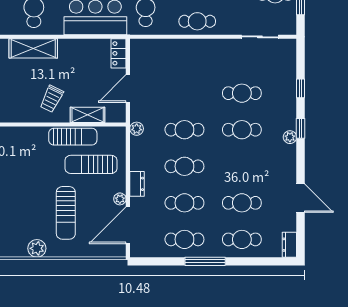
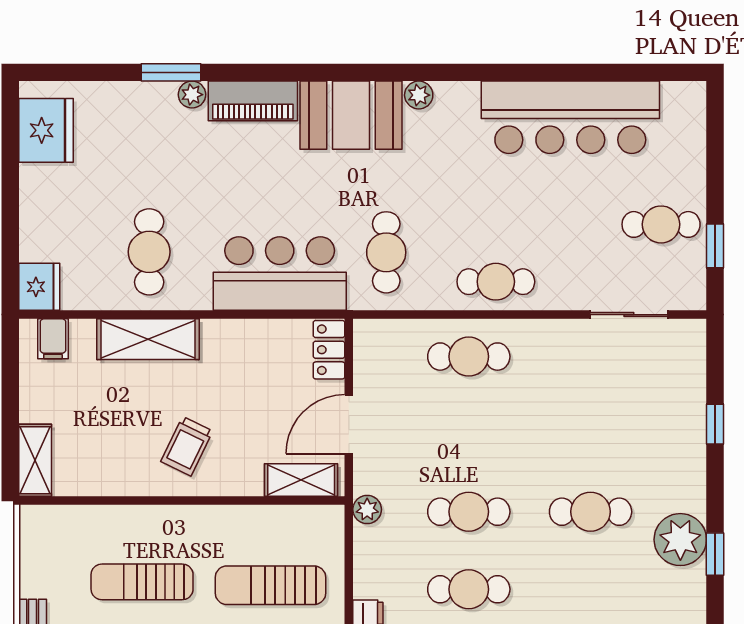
cafe table: (242, 93) -> (469, 357), moved
shelving: (88, 115) -> (301, 480), moved
window: (301, 128) -> (715, 554), moved
sun lounger: (73, 137) -> (142, 582), moved, turned 180
plant: (290, 137) -> (680, 540), width x1.88, depth x1.88

